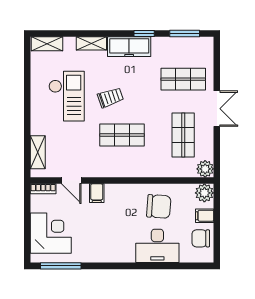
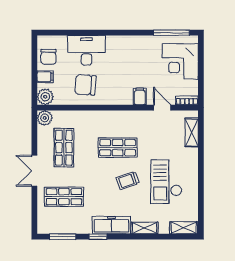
chair: (201, 238) -> (48, 57), turned 90

